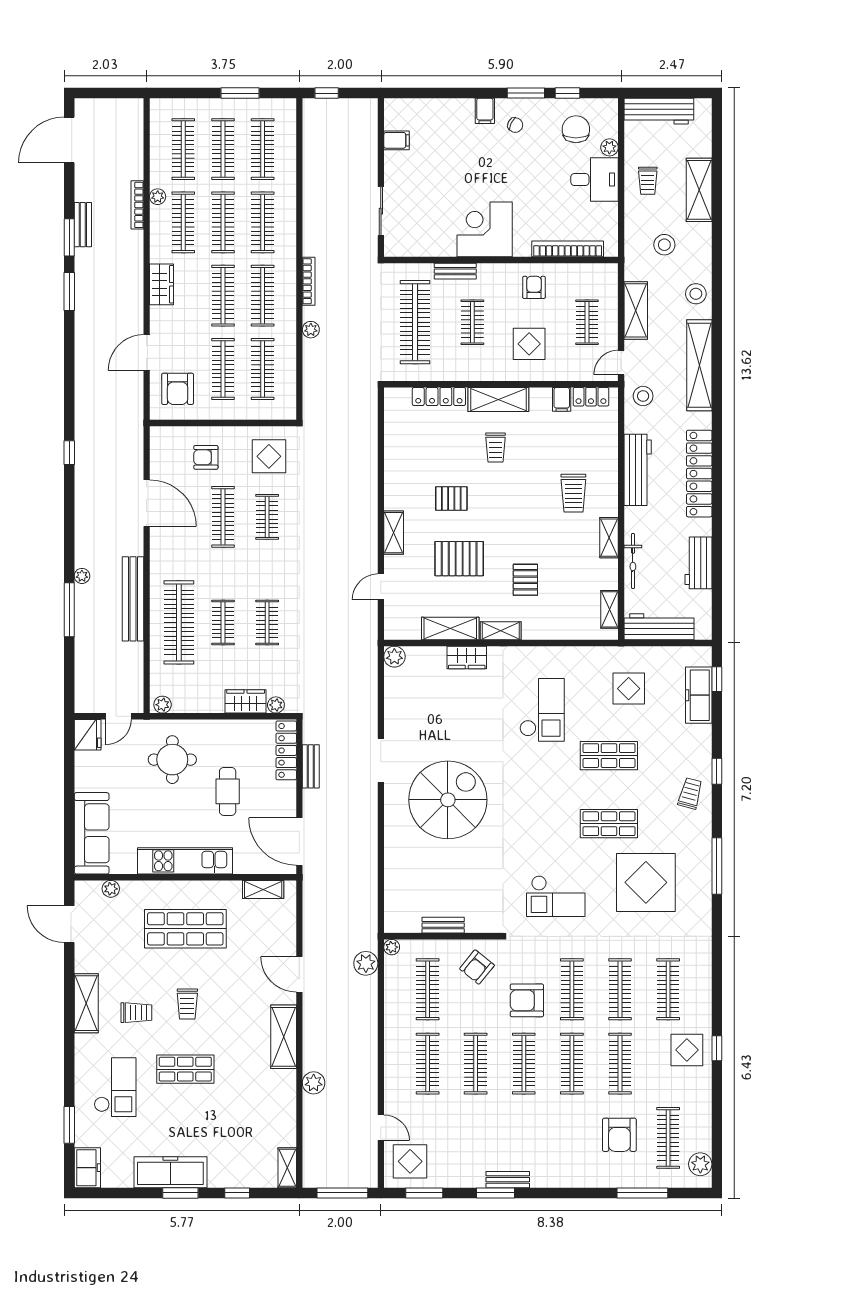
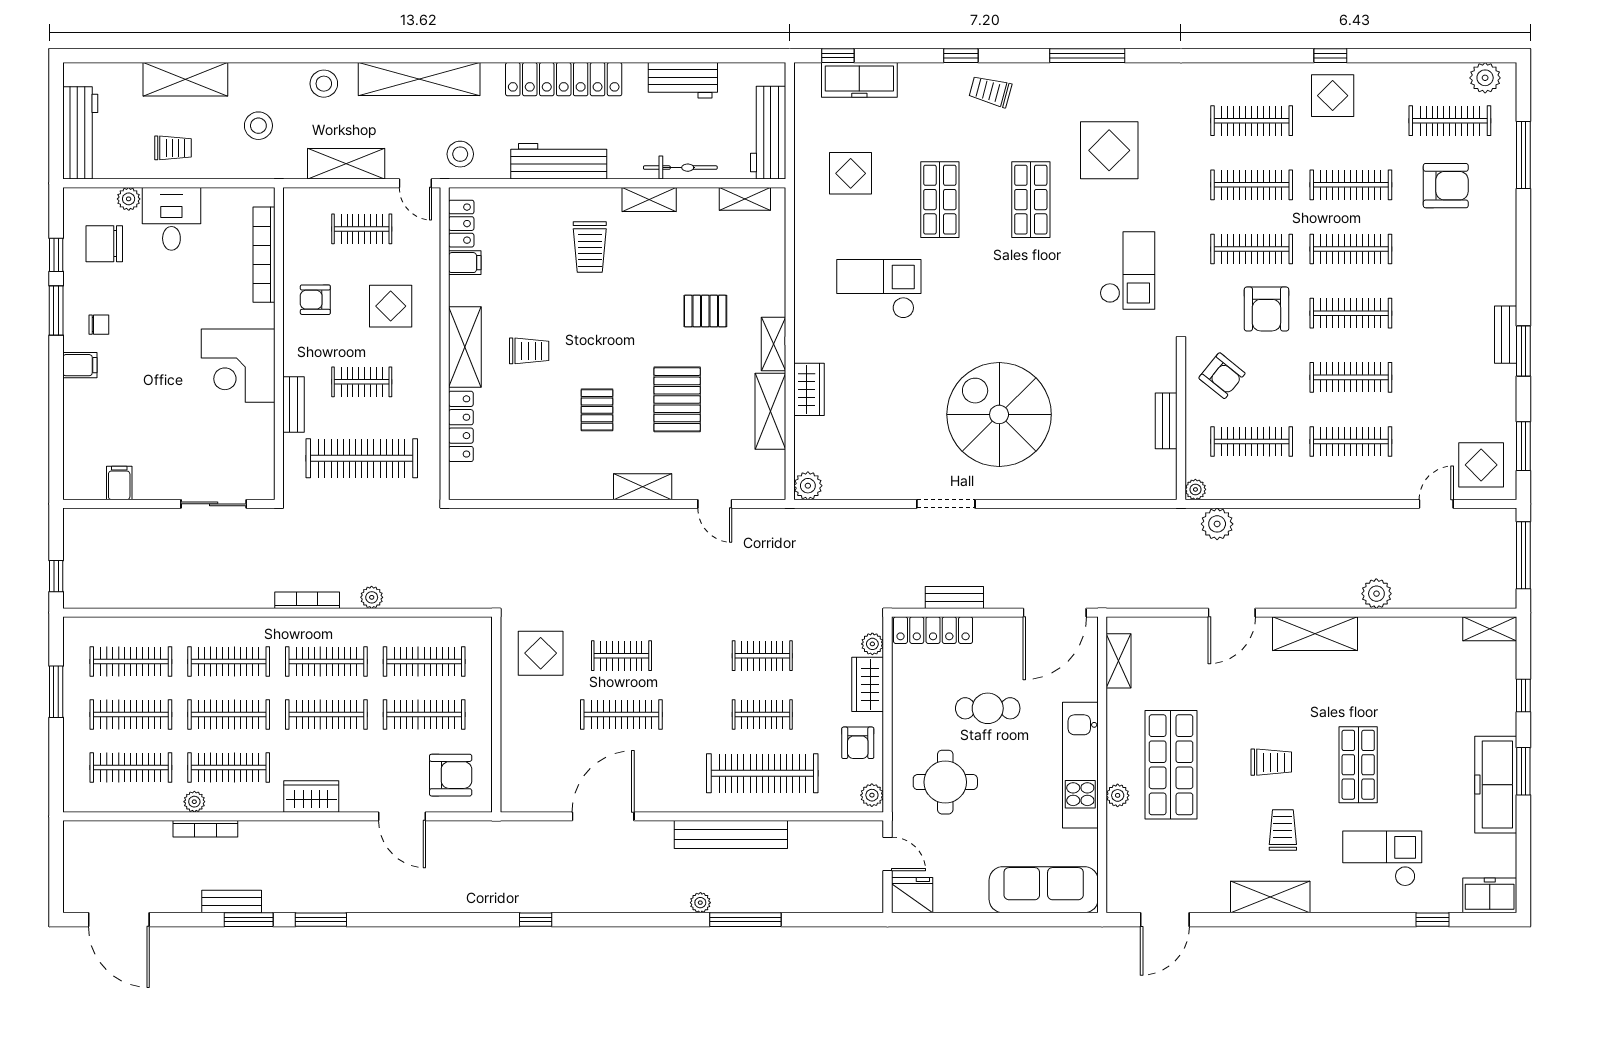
chair: (515, 125) -> (99, 325), turned 63
armchair: (206, 457) -> (858, 743), moved
trolley: (573, 493) -> (590, 247), turned 90
display table: (646, 882) -> (1109, 150), width x0.73, depth x0.73
plant: (111, 889) -> (1118, 795), moved
window: (69, 1125) -> (1432, 920), width x0.67

